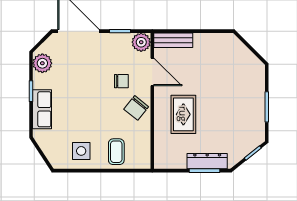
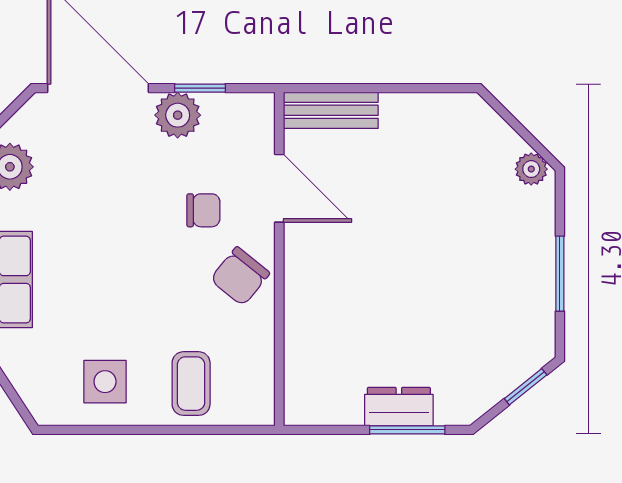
plant: (141, 42) -> (178, 115), moved
plant: (255, 64) -> (531, 169), added
rug: (183, 114) -> (355, 292), removed
dresser: (207, 161) -> (399, 407), width x0.70

